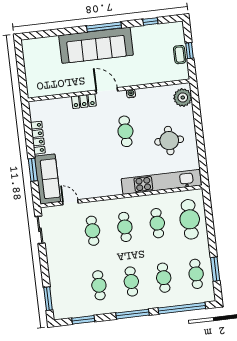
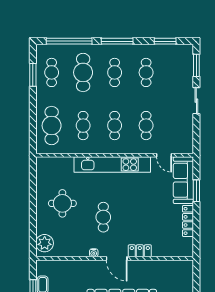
kitchen unit: (161, 182) -> (112, 165), moved
sliding door: (40, 230) -> (196, 101), moved
cafe table: (164, 278) -> (83, 72), width x1.37, depth x1.35

